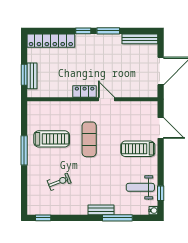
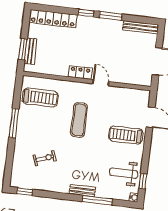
treadmill: (52, 139) -> (40, 98), moved

